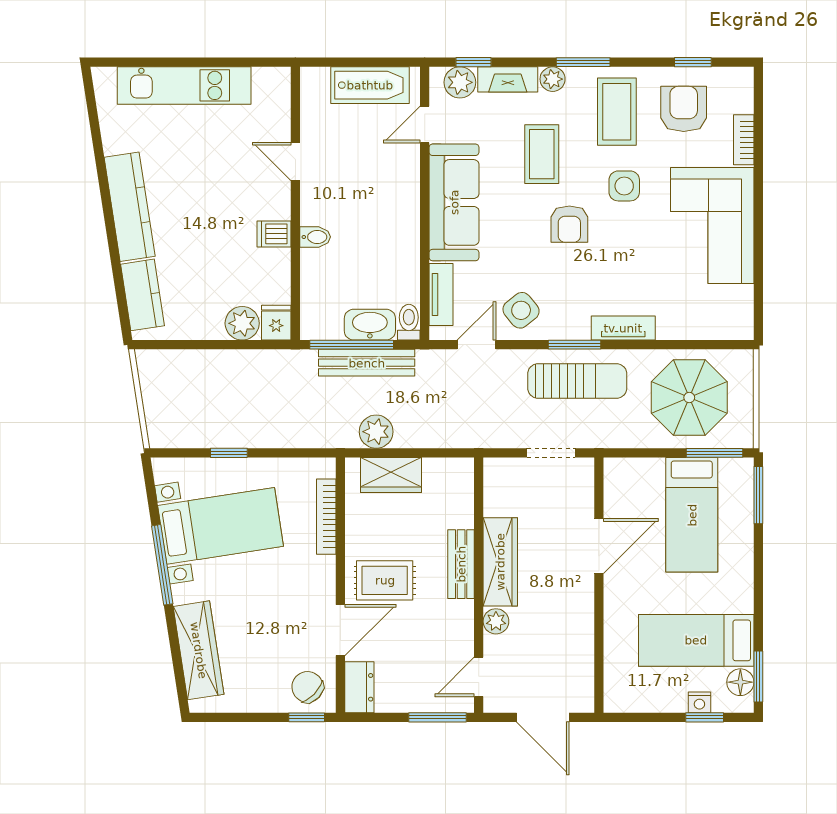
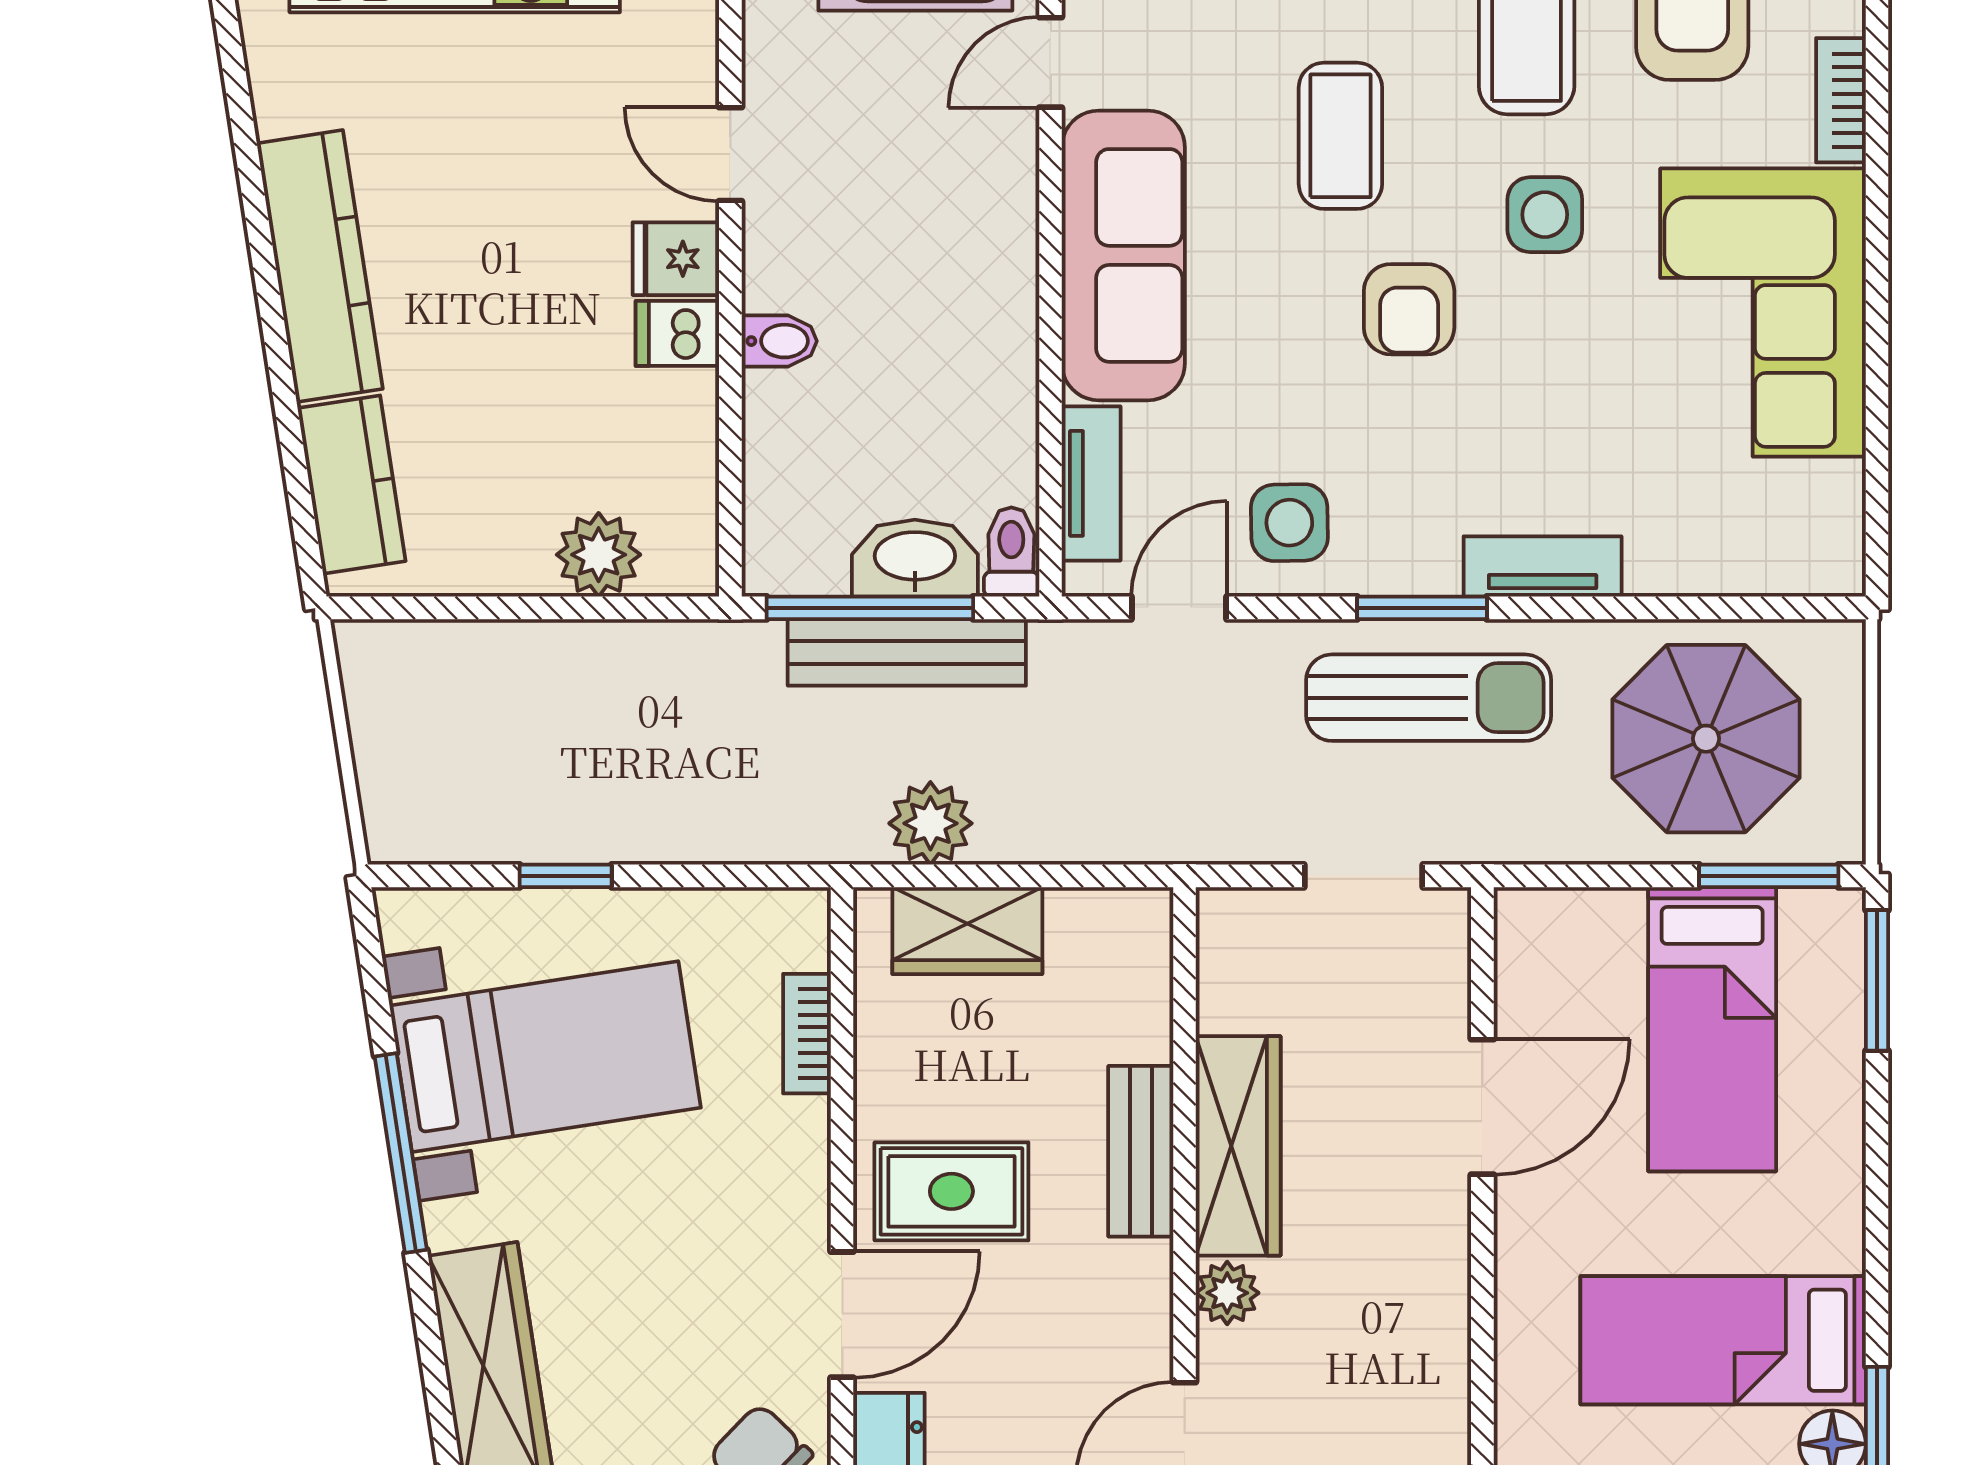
side table: (521, 310) -> (1289, 523), turned 38
fridge: (276, 323) -> (676, 259), moved, turned -90
bookcase: (326, 517) -> (807, 1034), width x0.64

